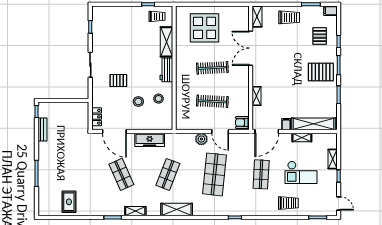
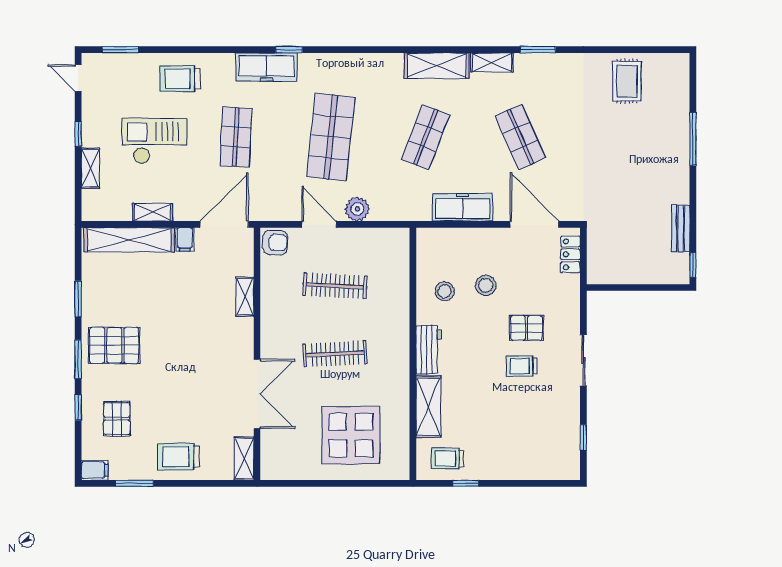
trolley: (121, 62) -> (522, 366), added
shelving: (177, 209) -> (437, 66), moved
freezer: (246, 209) -> (267, 67), added

